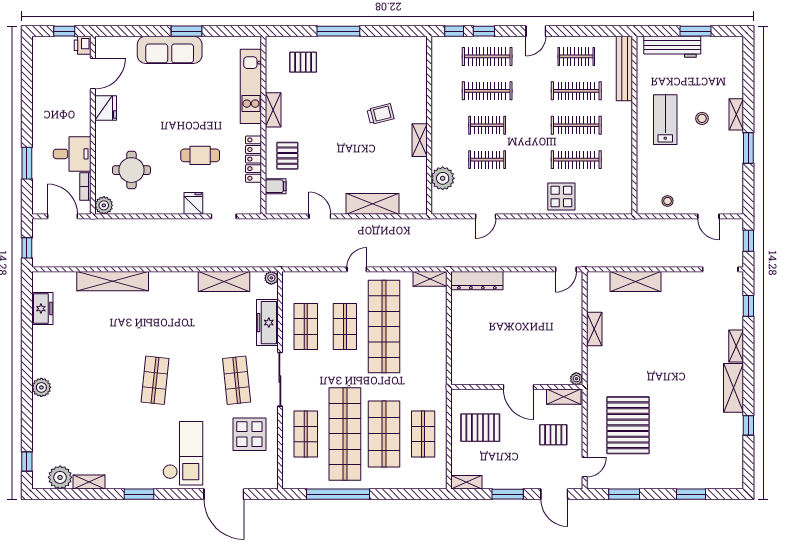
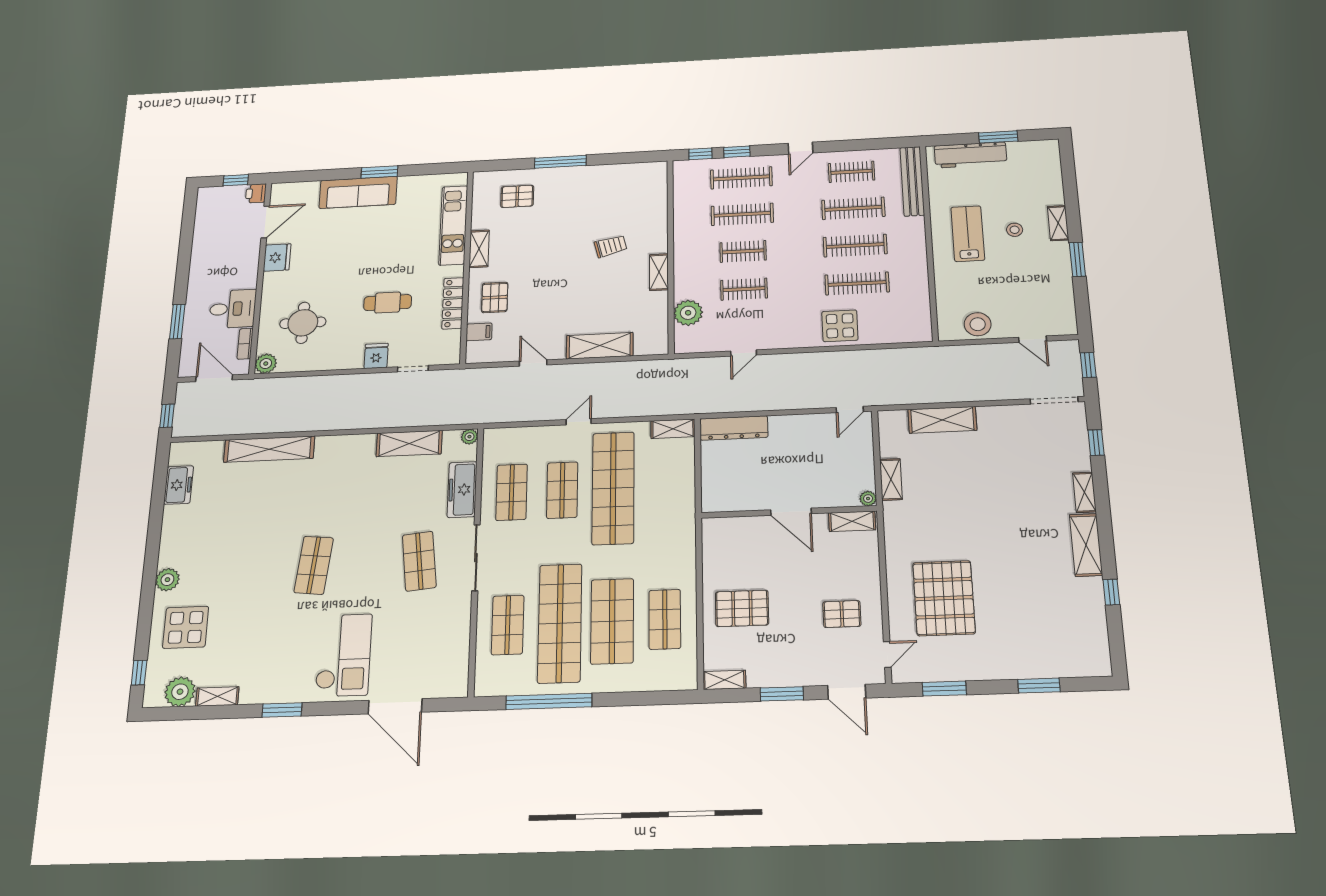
stool: (667, 201) -> (978, 324), width x1.89, depth x1.89
plant: (576, 379) -> (868, 499), moved
wall: (517, 387) -> (789, 512), moved
door: (519, 387) -> (791, 512), moved
shelving: (564, 397) -> (852, 521), moved
display table: (249, 434) -> (186, 627), moved

